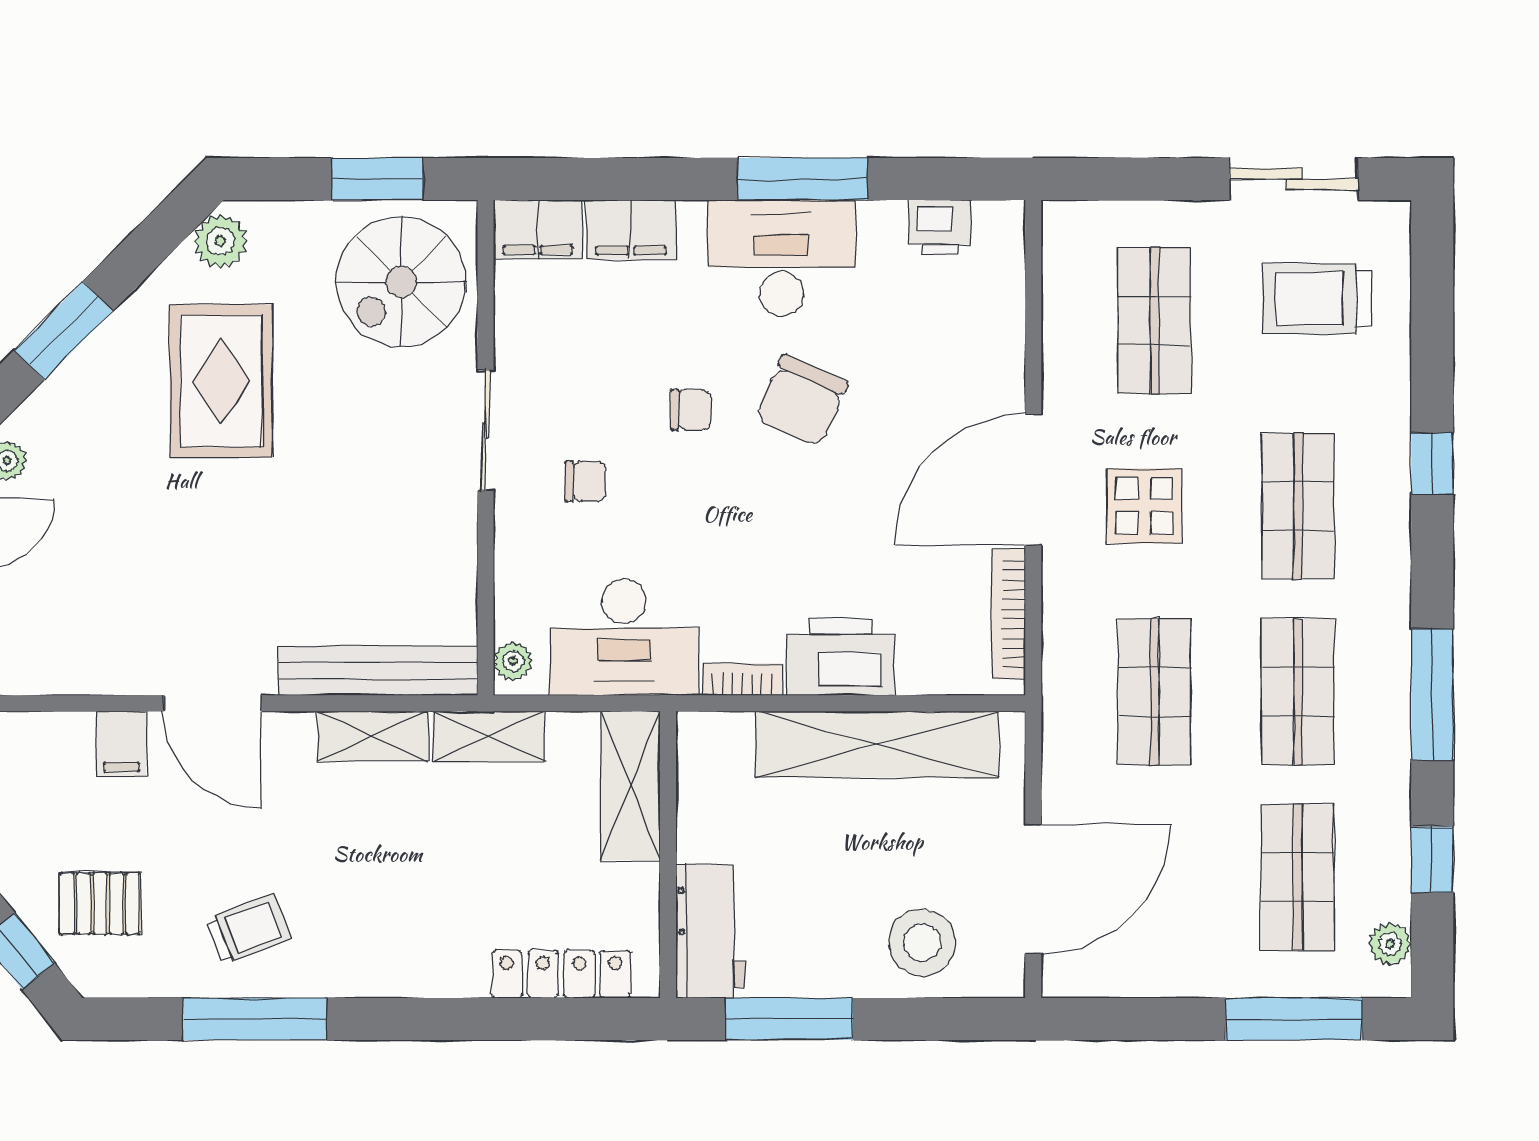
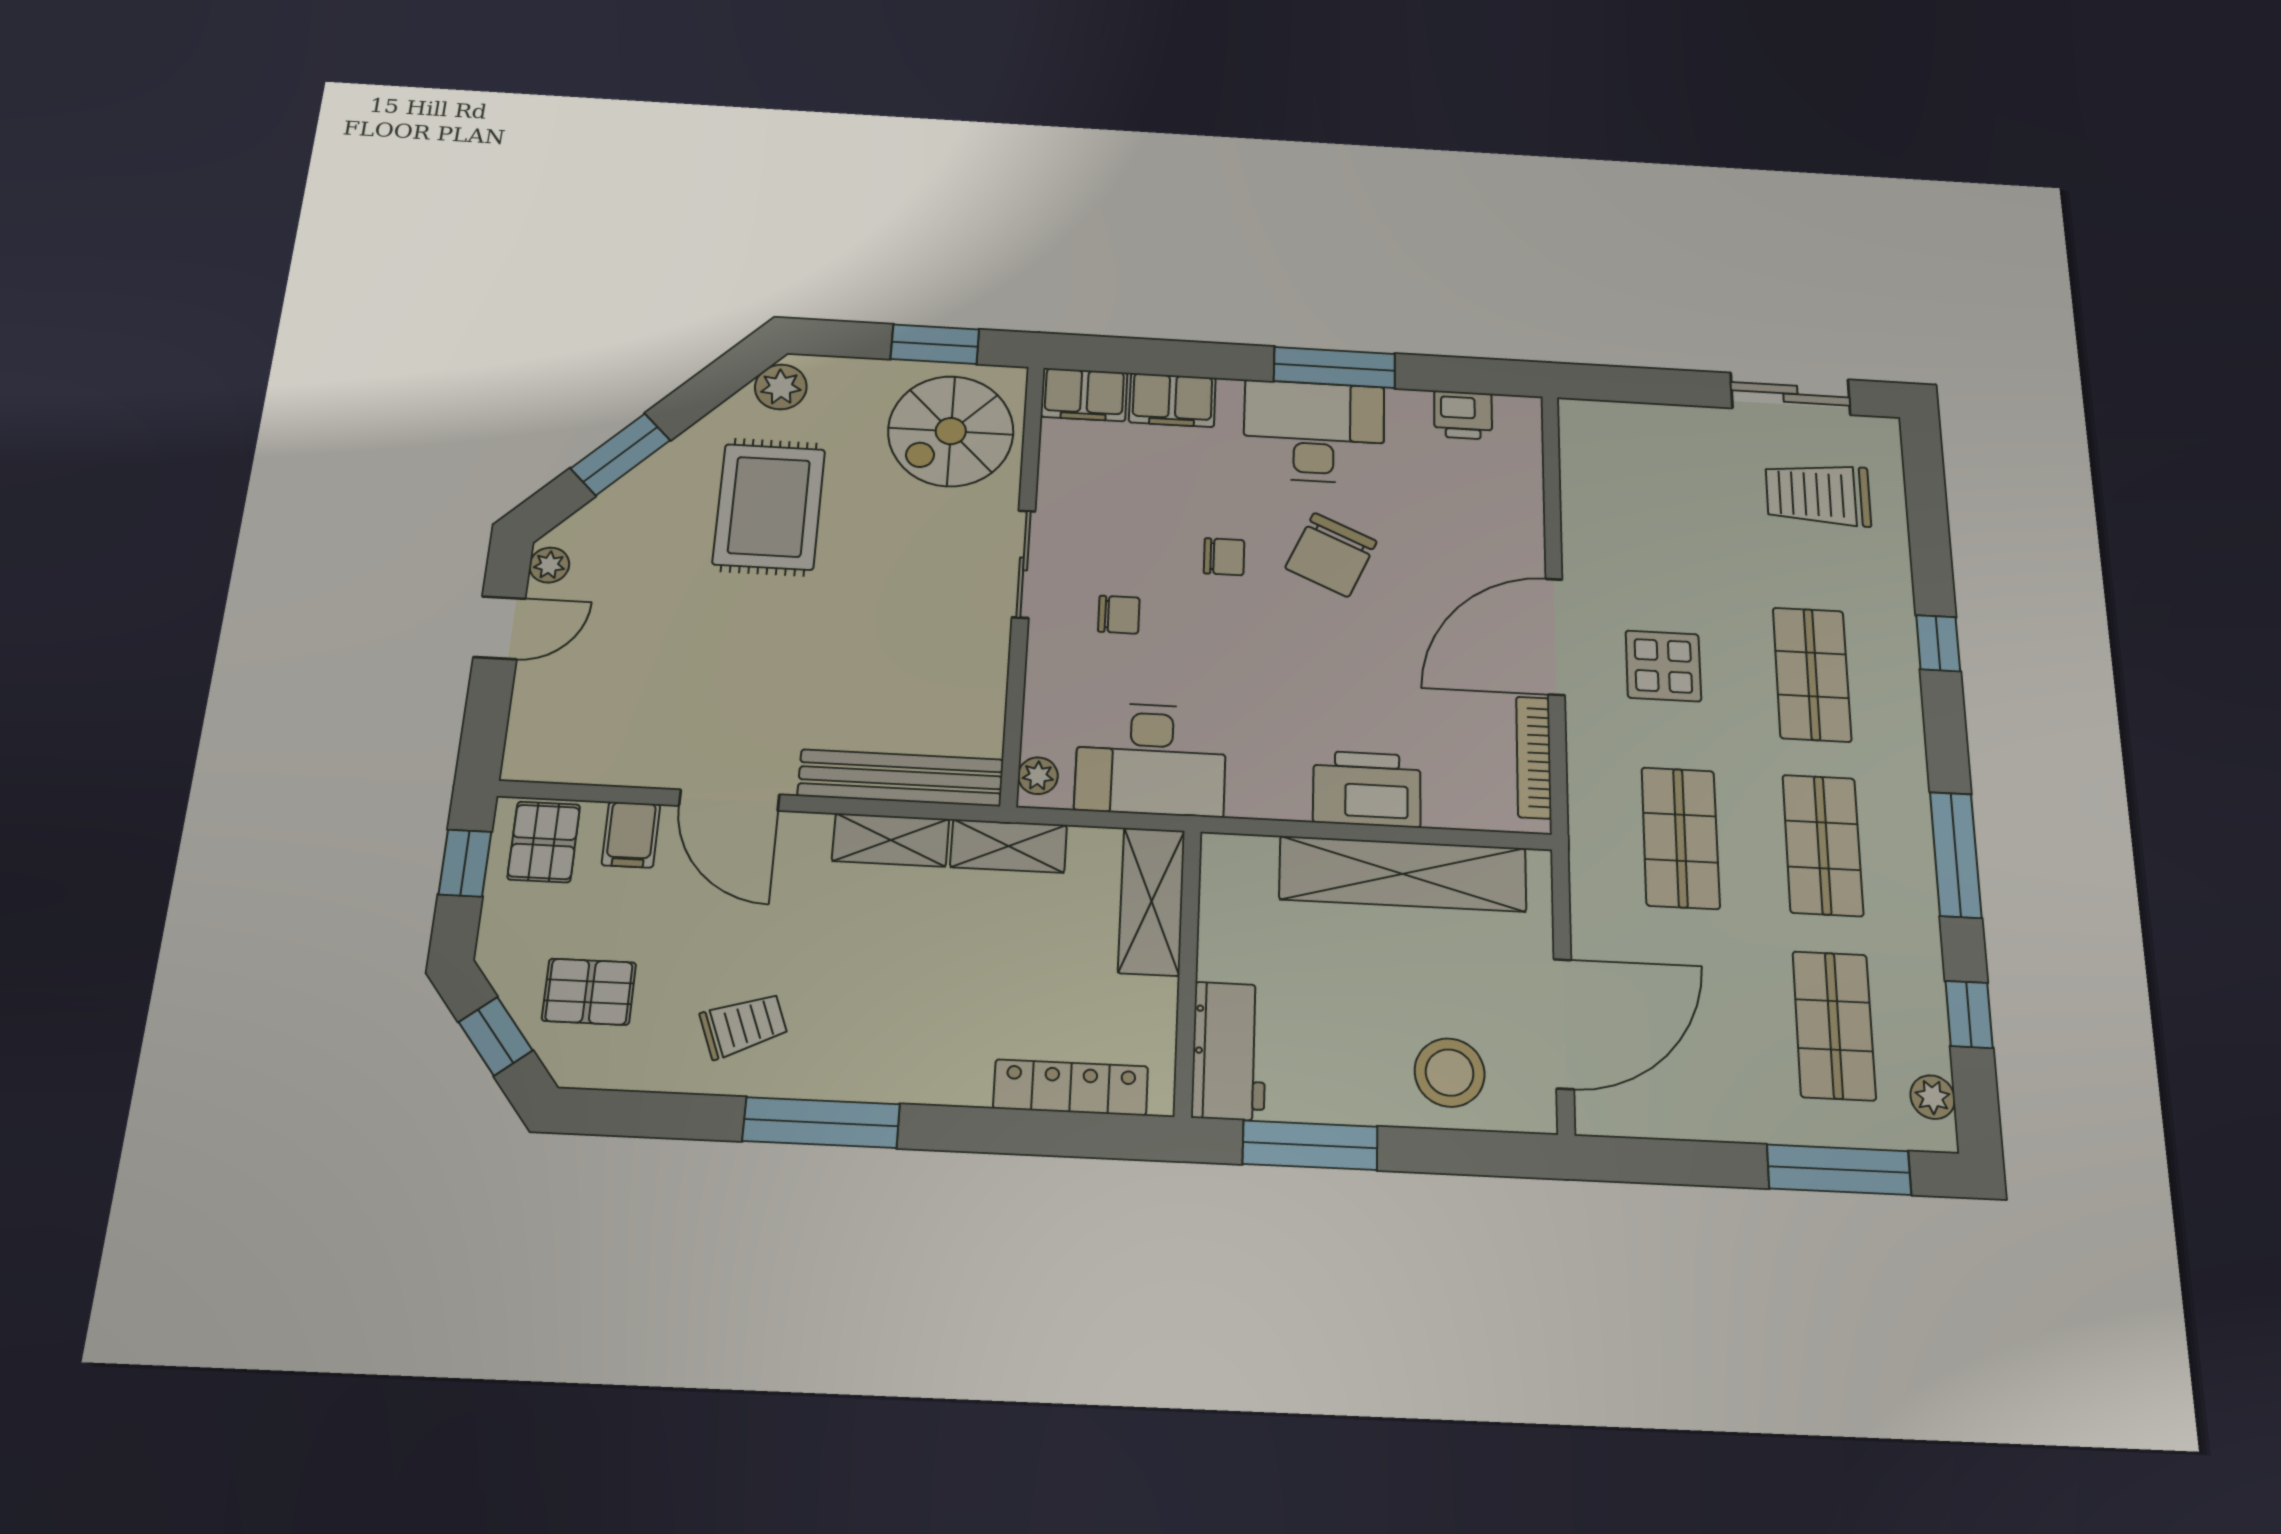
shop shelf: (1155, 321) -> (1667, 505), removed
bookcase: (743, 679) -> (1269, 805), removed
pallet: (39, 756) -> (544, 842), added
window: (254, 1019) -> (821, 1123), moved

